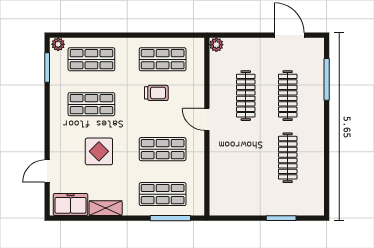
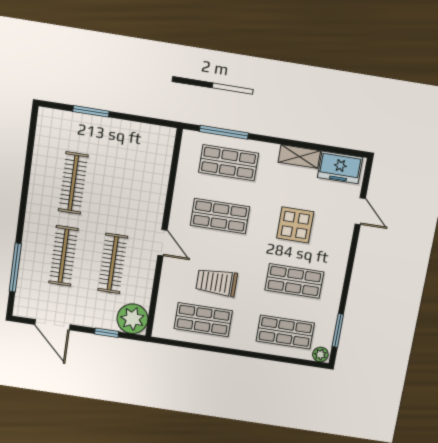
window: (242, 35) -> (107, 333), added
plant: (216, 45) -> (132, 319), width x1.87, depth x1.87
trolley: (156, 93) -> (217, 282), width x1.36, depth x1.39
door: (47, 171) -> (360, 211), hinge flipped

